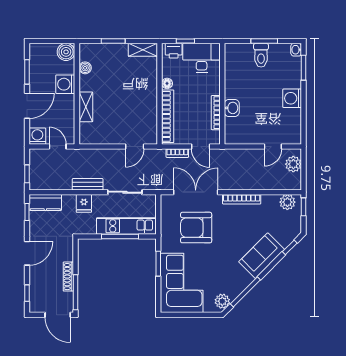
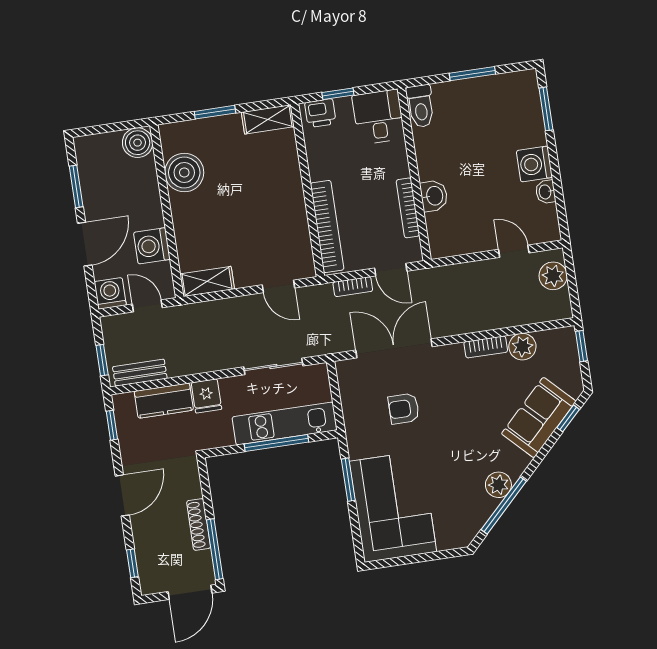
washbasin: (296, 50) -> (545, 192), moved
toilet: (261, 55) -> (421, 106), moved
desk: (202, 58) -> (378, 117), width x0.73
boiler: (85, 68) -> (184, 173), width x1.86, depth x1.86
floor lamp: (167, 83) -> (318, 171), removed
washing machine: (65, 84) -> (152, 246), moved
shelving: (86, 107) -> (207, 281), moved, turned 90
door: (135, 147) -> (278, 286), hinge flipped
door: (273, 147) -> (514, 251), swing flipped
bench: (88, 184) -> (140, 373), moved
bookcase: (242, 199) -> (486, 347), width x0.64
kitchen counter: (45, 202) -> (164, 401), moved
plant: (287, 202) -> (522, 347), moved
armchair: (196, 228) -> (404, 409), width x0.53, depth x0.53
sofa: (262, 256) -> (539, 418), moved
plant: (222, 301) -> (498, 485), moved
door: (58, 315) -> (190, 592), hinge flipped

